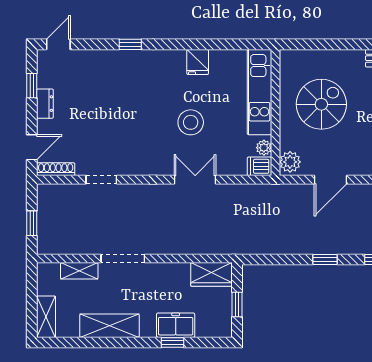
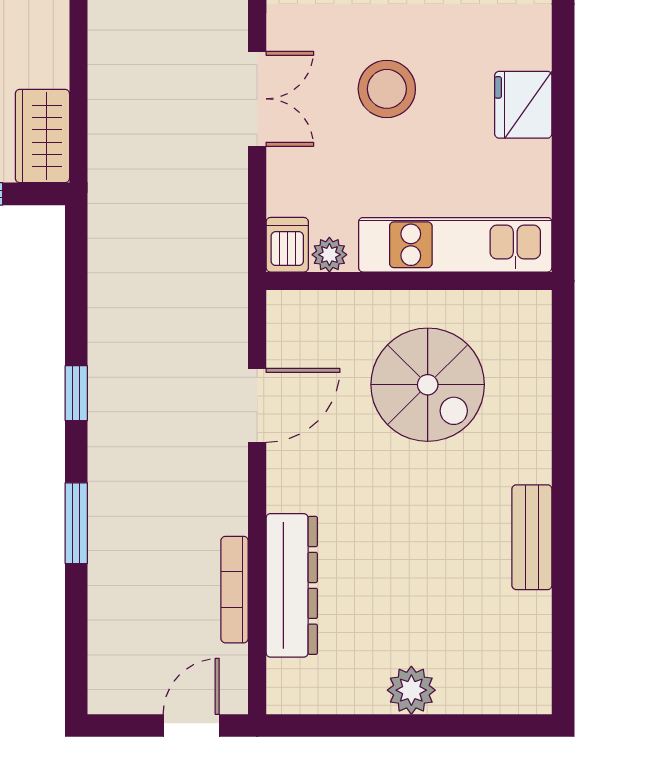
fridge: (198, 62) -> (523, 105), width x1.38
plant: (290, 162) -> (297, 314), removed
door: (330, 180) -> (257, 405), swing flipped

